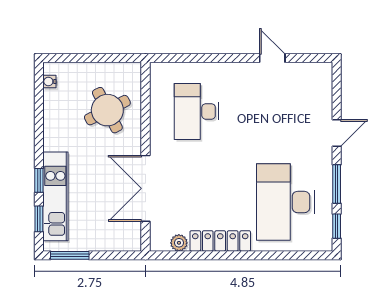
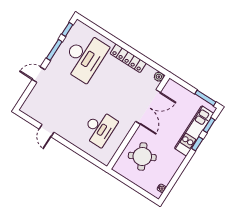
plant: (179, 243) -> (159, 77), moved

